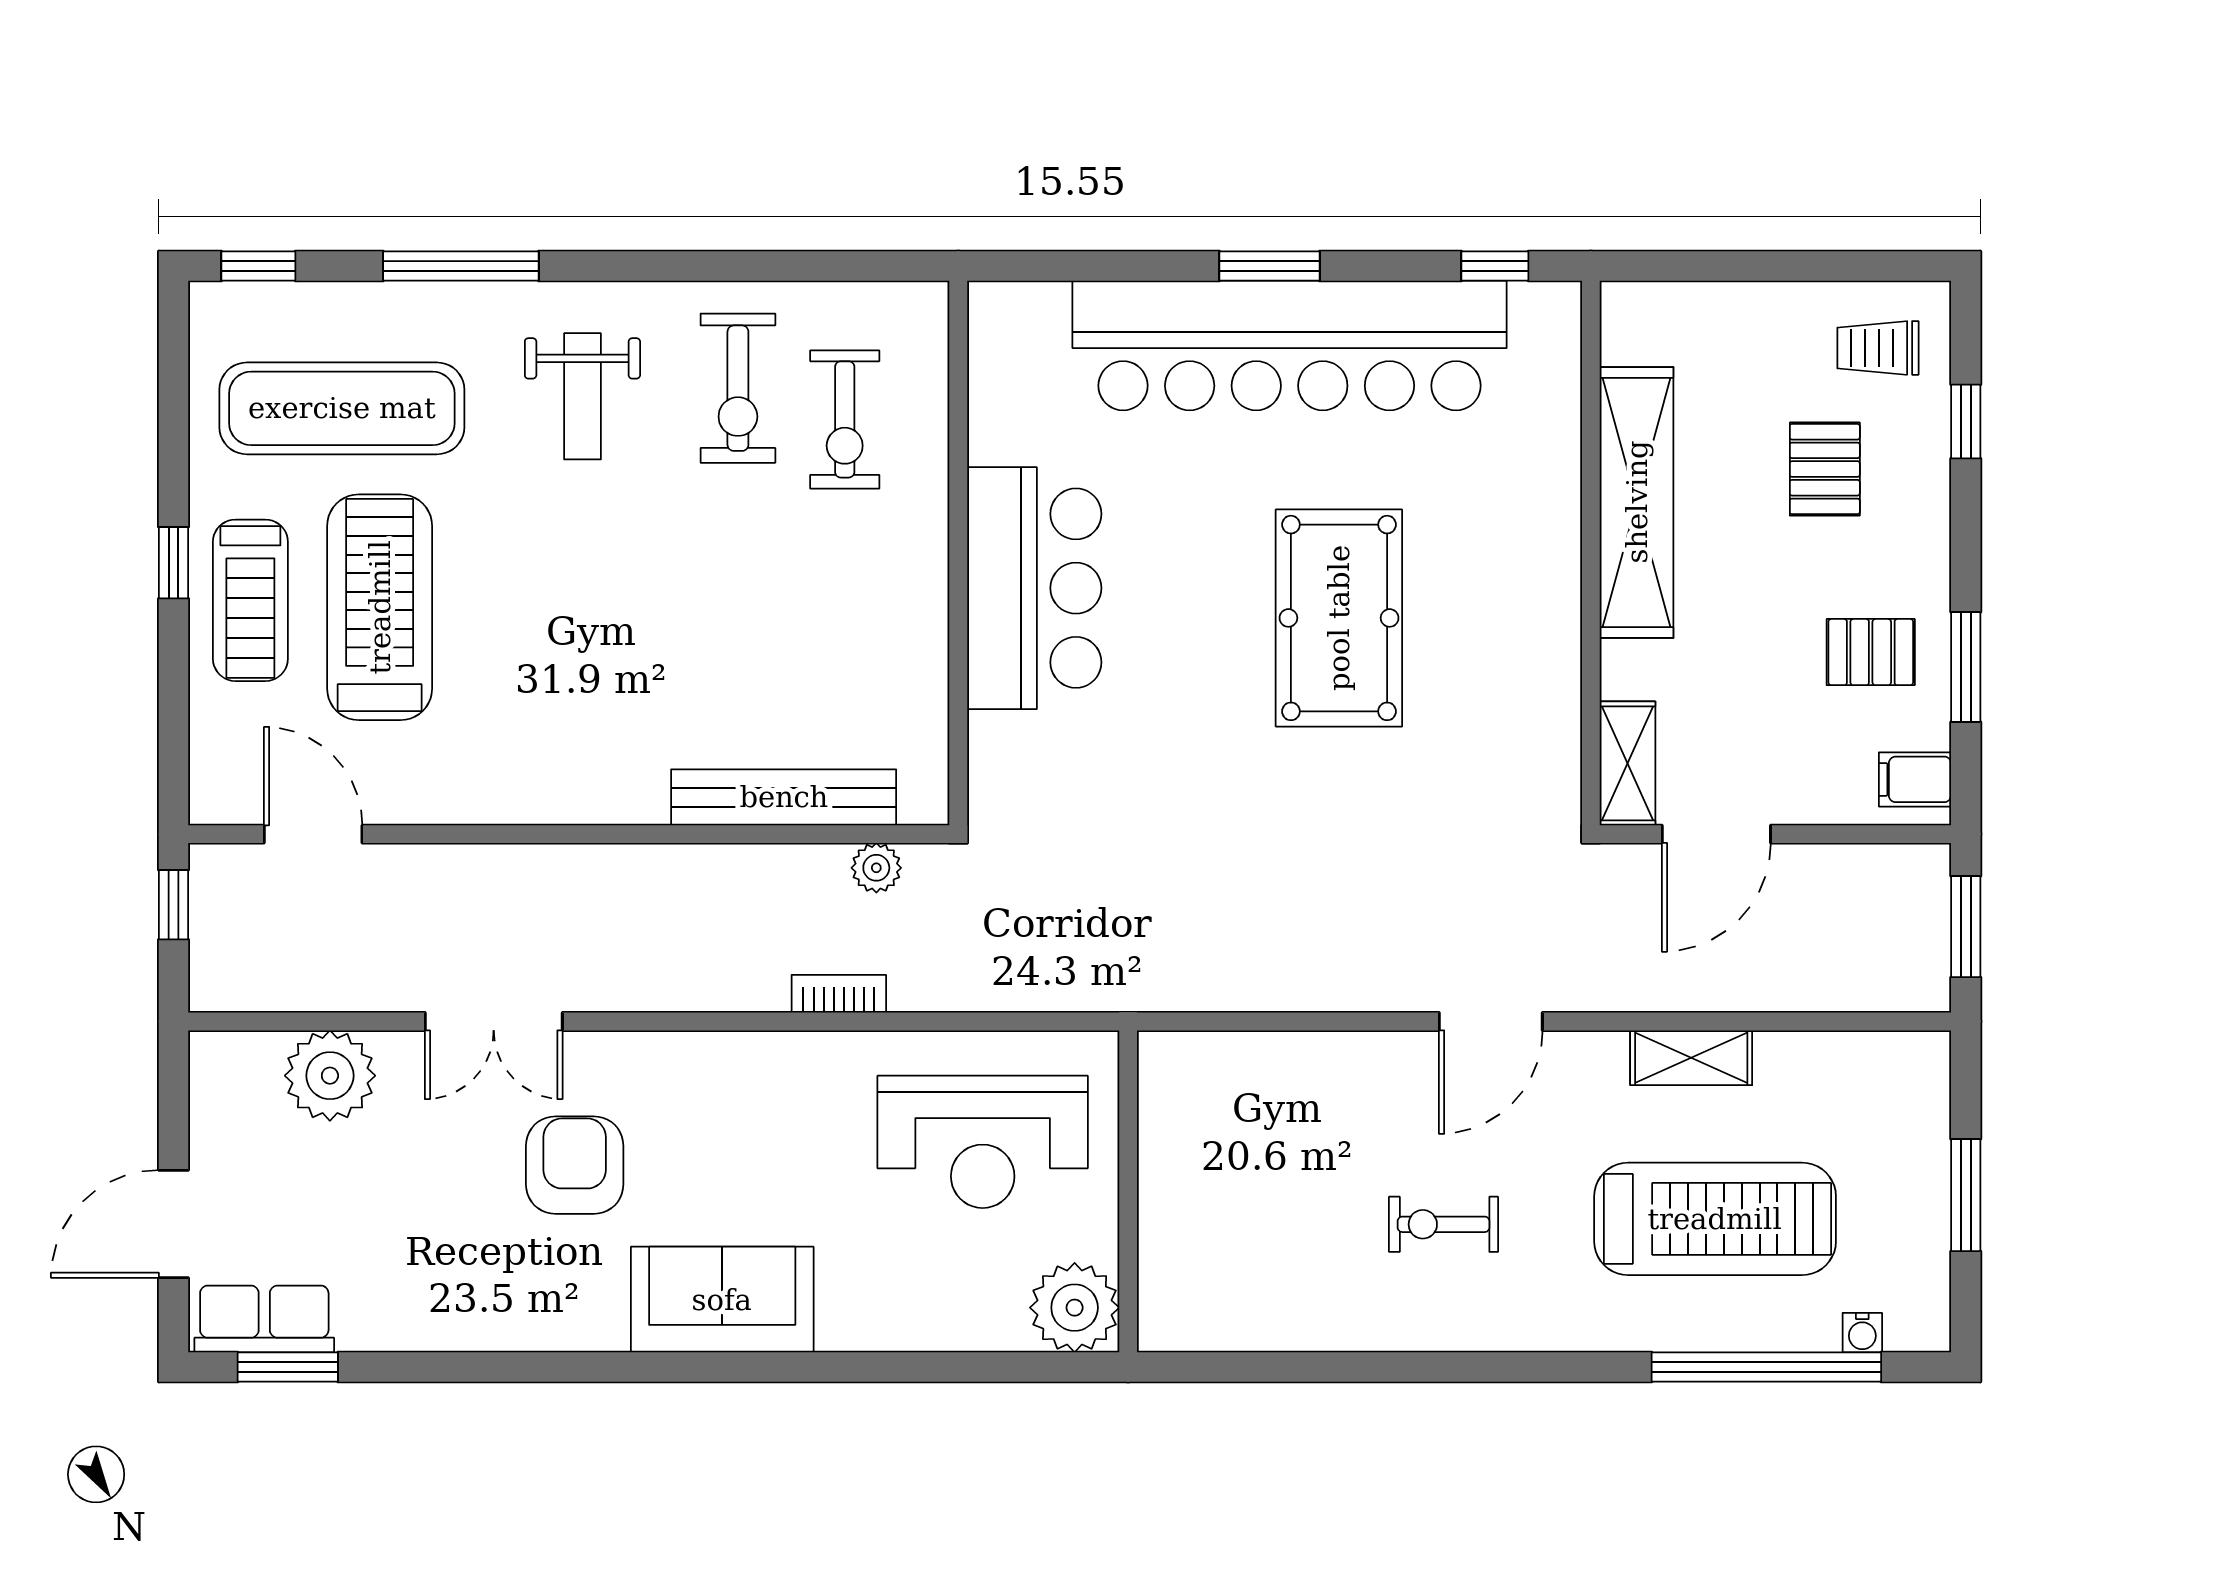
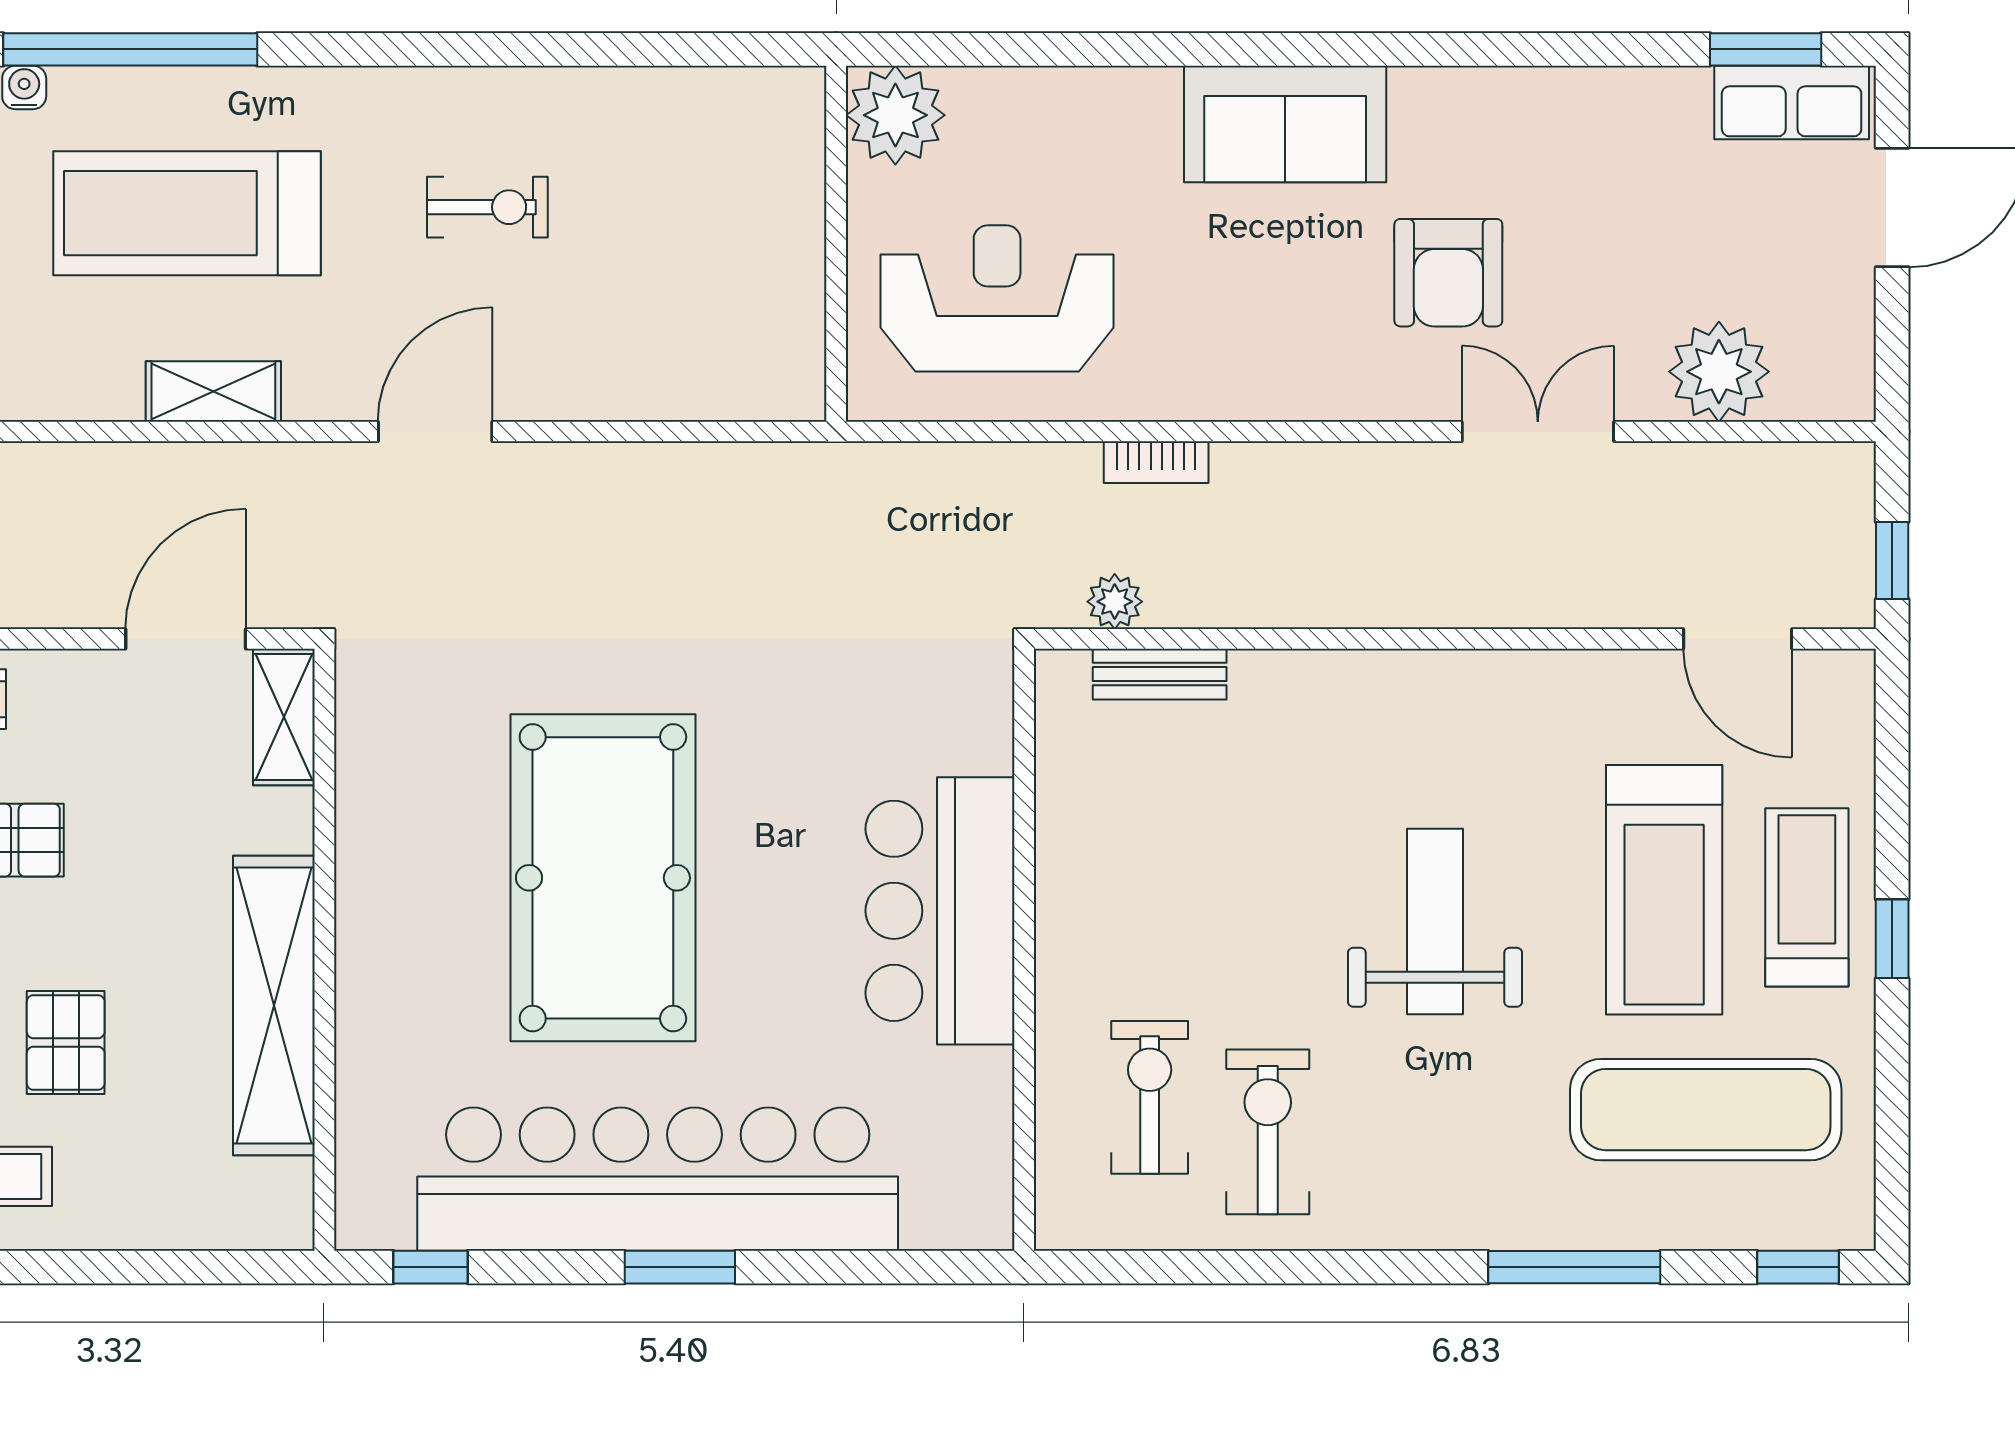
weight bench: (582, 396) -> (1435, 921), moved, width x1.36, depth x1.33
pool table: (1339, 618) -> (603, 878), width x1.36, depth x1.32
bench: (784, 797) -> (1160, 674), width x0.54, depth x0.82

